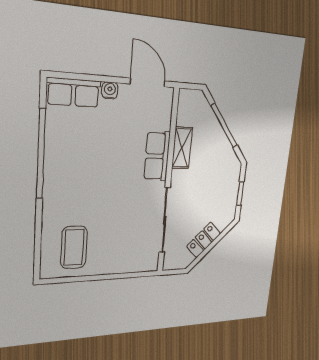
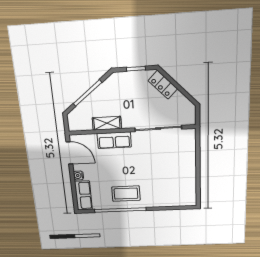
door: (148, 82) -> (69, 153), swing flipped
locker: (204, 240) -> (163, 85), moved
coffee table: (74, 247) -> (126, 194), moved

